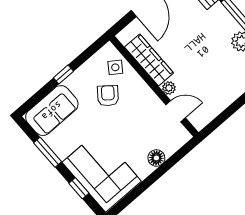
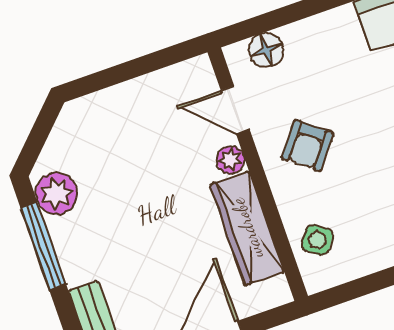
armchair: (108, 96) -> (308, 145), moved
floor lamp: (156, 158) -> (266, 50), moved

